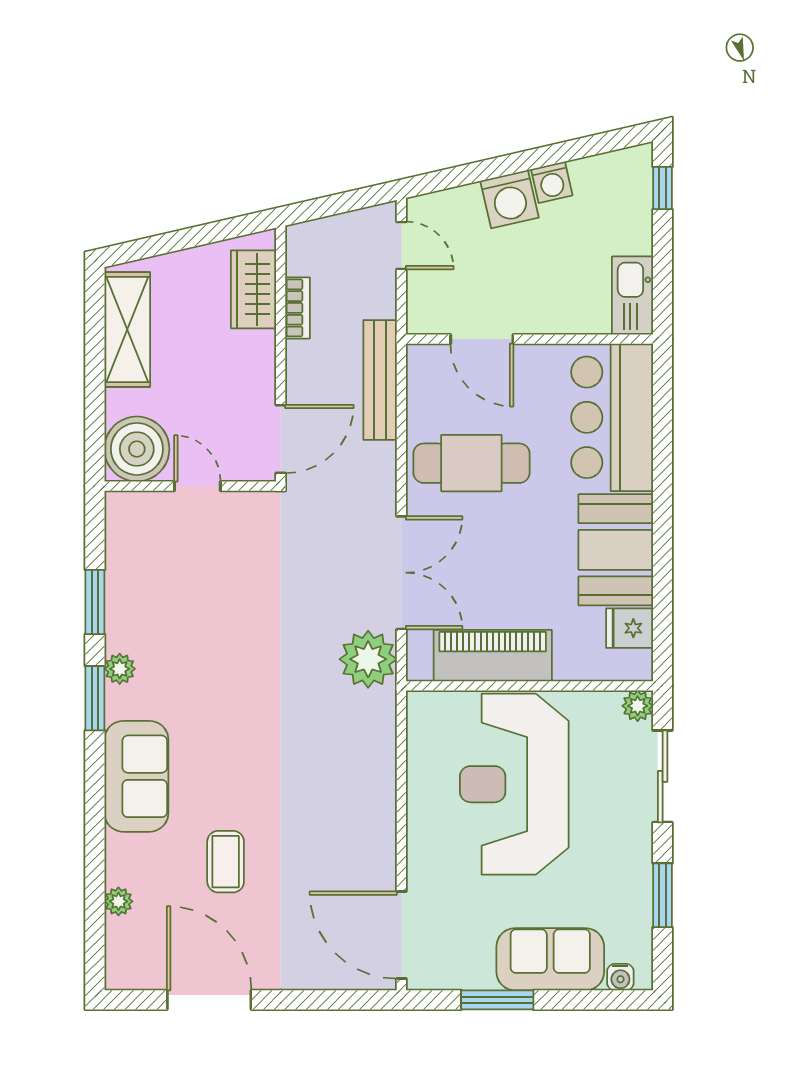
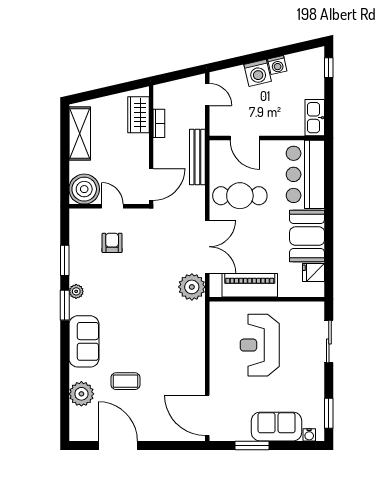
armchair: (197, 565) -> (112, 243), added
plant: (638, 706) -> (317, 309), removed
reception desk: (514, 784) -> (260, 345), width x0.74, depth x0.77
coffee table: (226, 862) -> (126, 381), turned 90
window: (663, 895) -> (329, 413), moved
plant: (118, 901) -> (81, 394), width x1.88, depth x1.88

